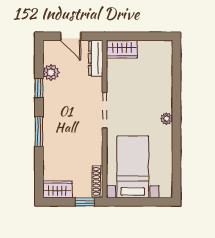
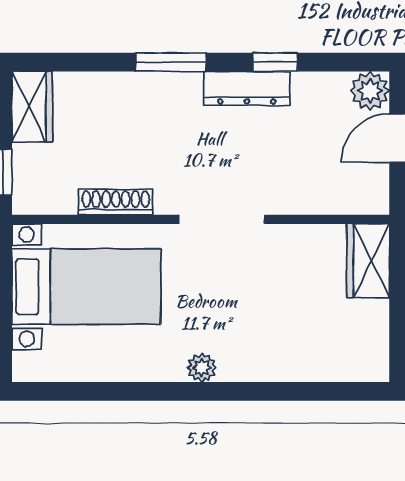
dresser: (96, 58) -> (247, 88), moved, turned 180
plant: (51, 72) -> (370, 91), moved
shoe rack: (97, 181) -> (116, 202), moved

